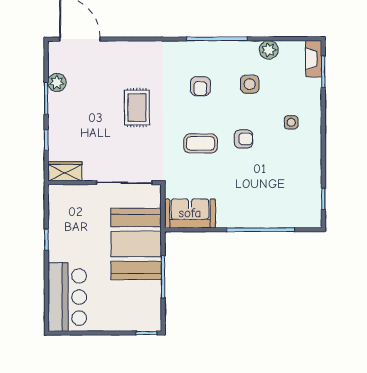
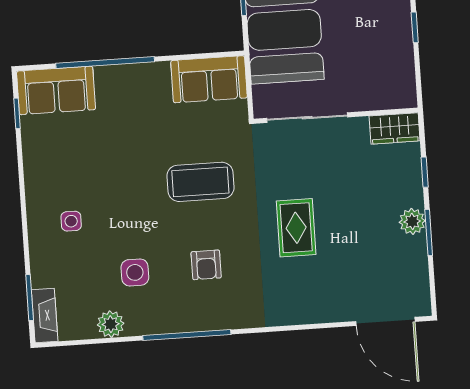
plant: (57, 82) -> (412, 221), moved
armchair: (200, 86) -> (206, 265), turned 180
armchair: (243, 139) -> (139, 192), removed
coffee table: (201, 143) -> (200, 182), width x1.36, depth x1.32
sofa: (296, 213) -> (56, 90), added

